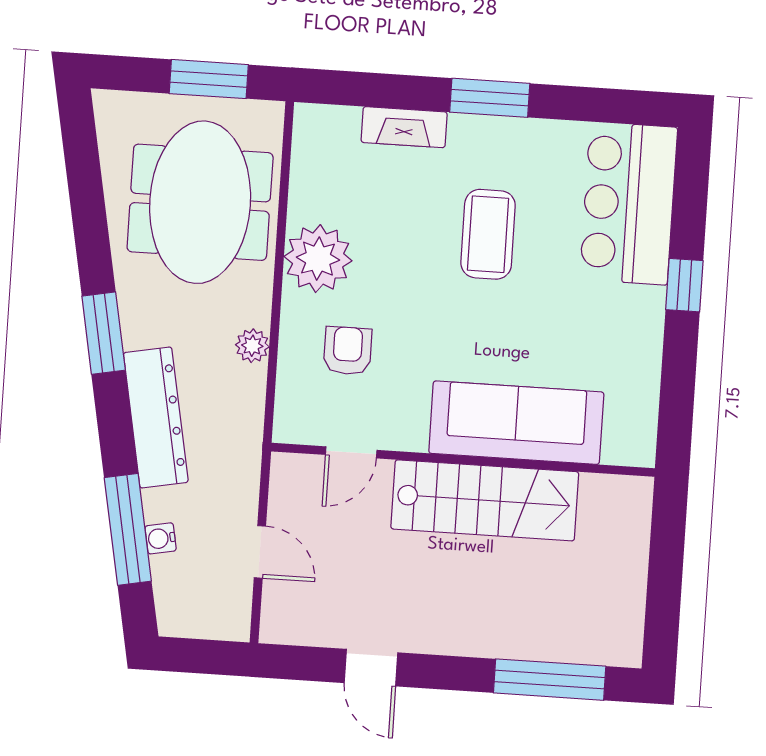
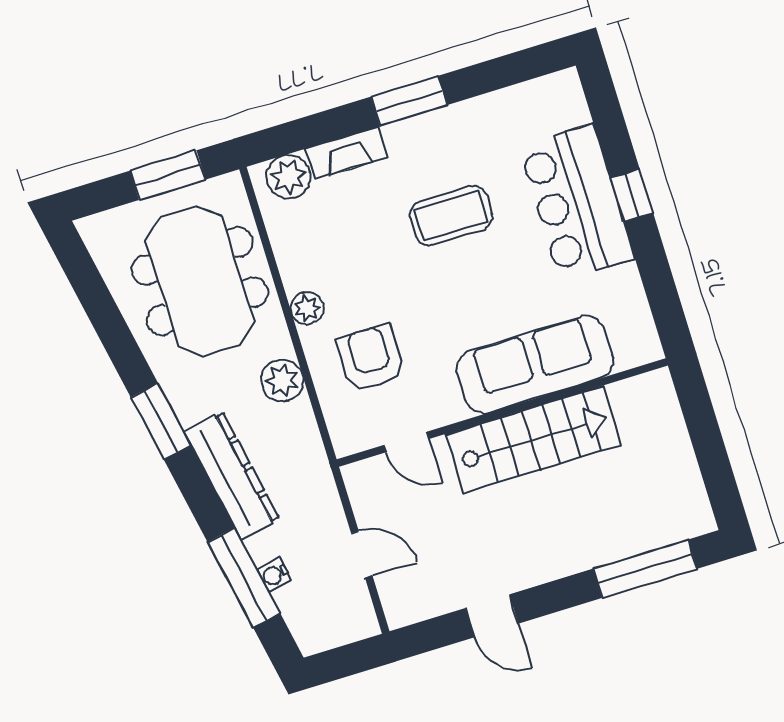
plant: (334, 129) -> (288, 177), added
bar counter: (629, 203) -> (577, 202), moved
coffee table: (488, 234) -> (451, 216), turned 90
plant: (318, 259) -> (307, 308), width x0.53, depth x0.53
plant: (252, 346) -> (282, 381), width x1.38, depth x1.38
armchair: (348, 351) -> (371, 358), width x1.38, depth x1.38
door: (351, 452) -> (406, 442), hinge flipped

